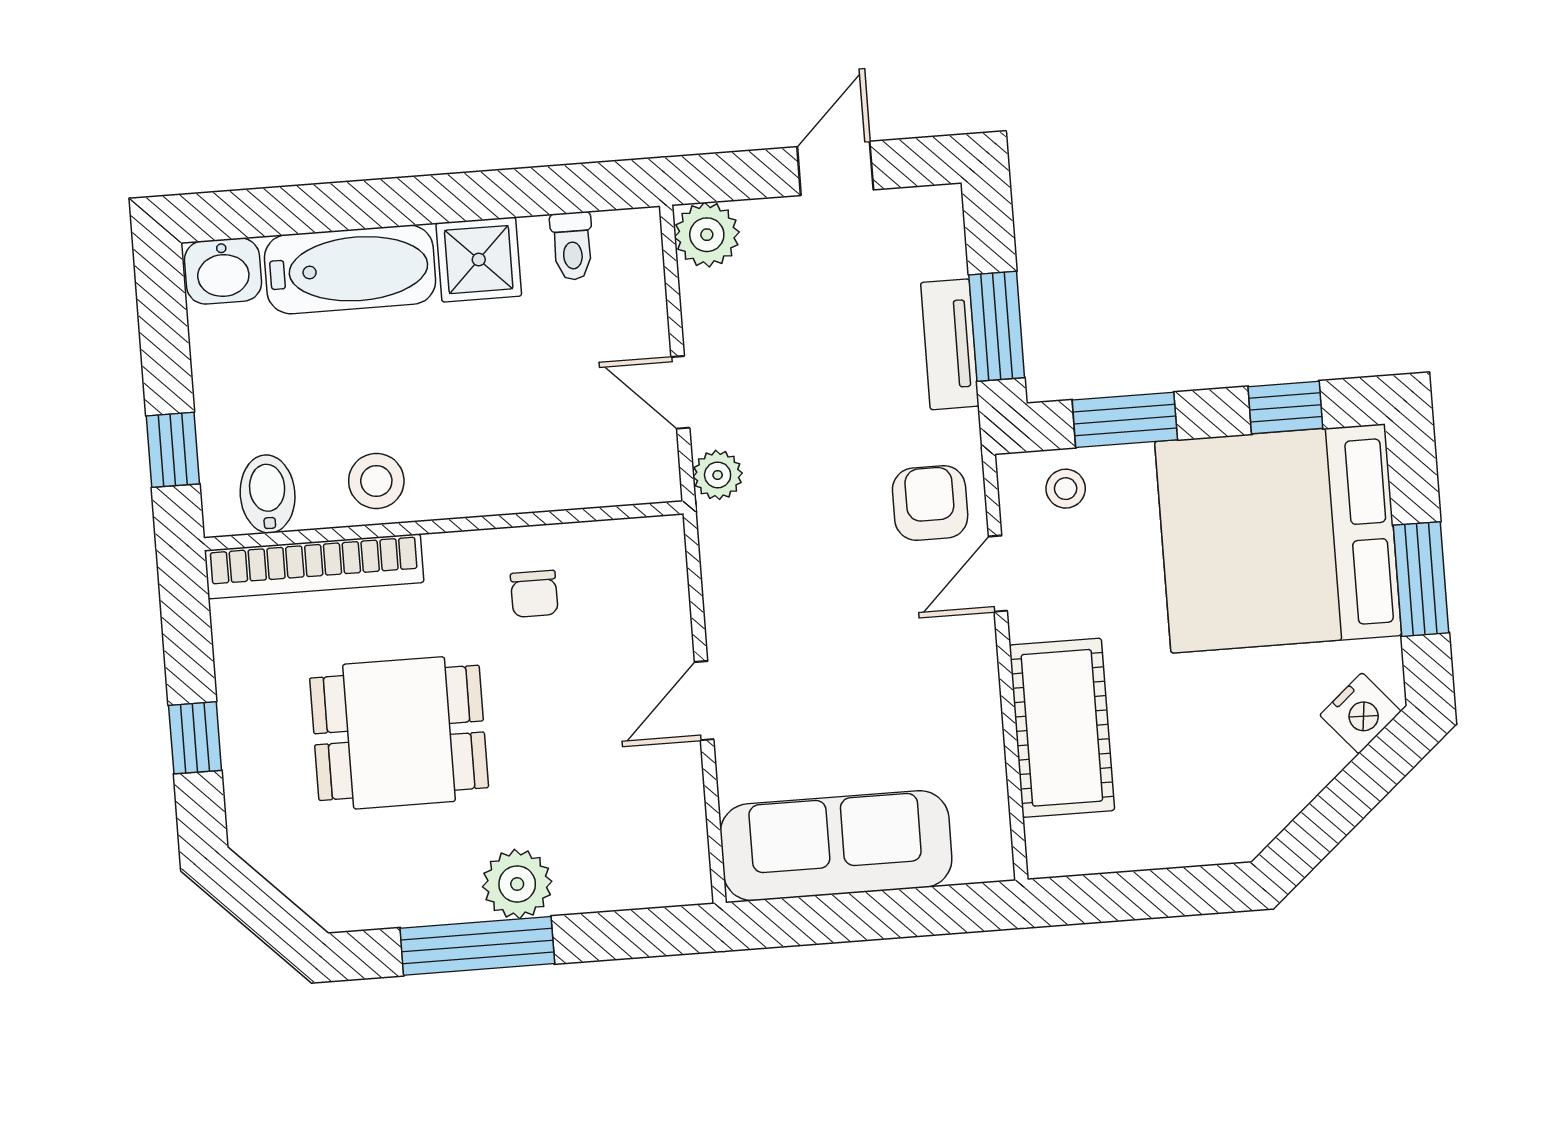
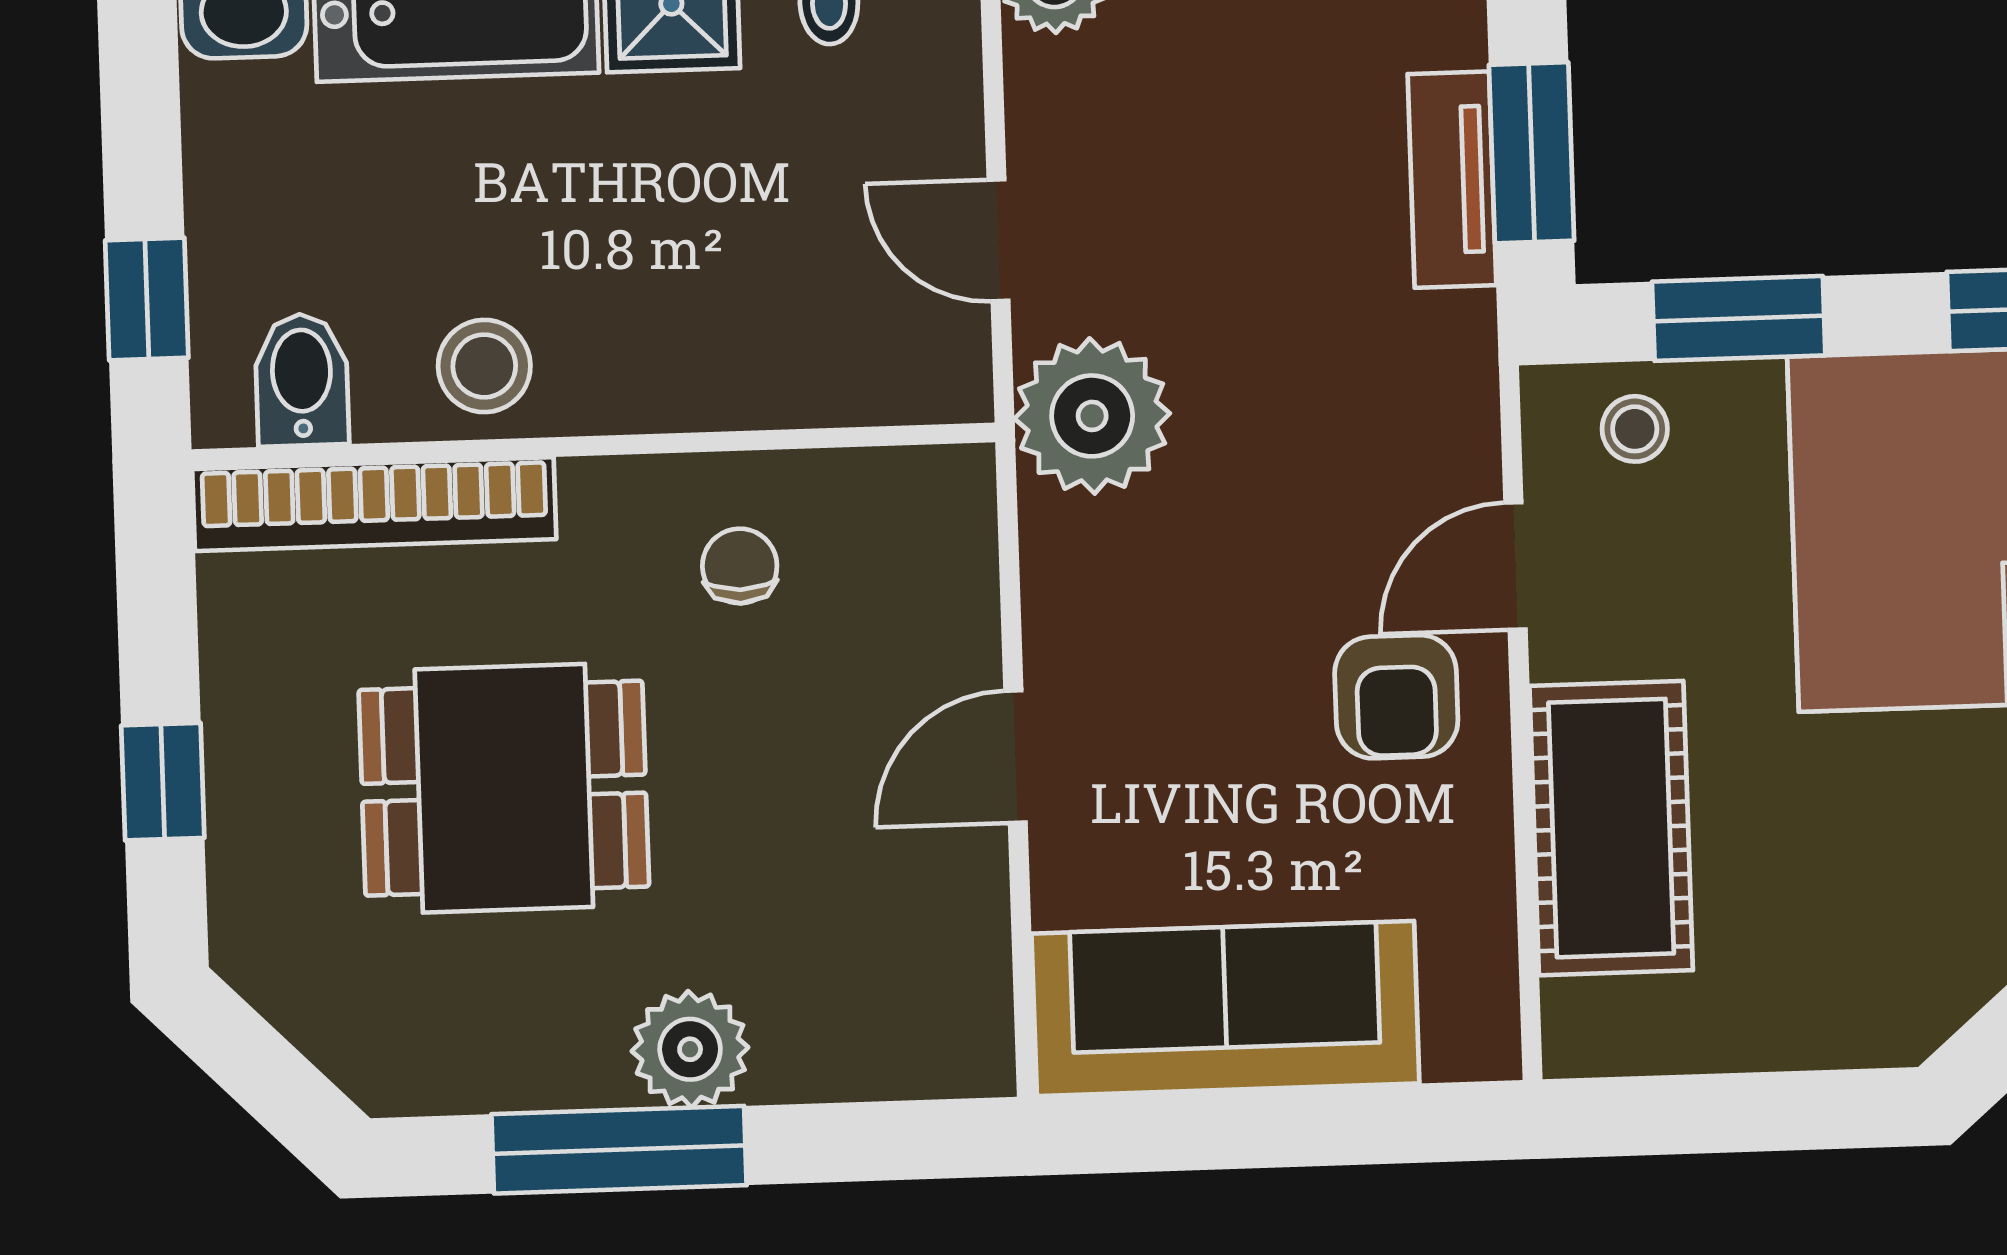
plant: (718, 475) -> (1092, 416), width x1.88, depth x1.88
armchair: (930, 503) -> (1396, 697), moved, turned 180
chair: (534, 594) -> (740, 566), turned 180

